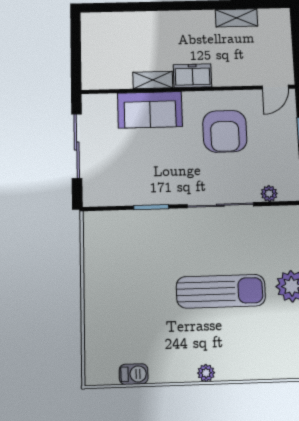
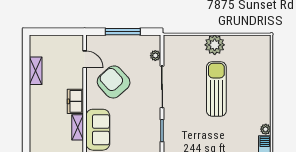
door: (275, 87) -> (85, 59), moved
armchair: (225, 131) -> (114, 82), turned -132
plant: (206, 373) -> (266, 129), moved

